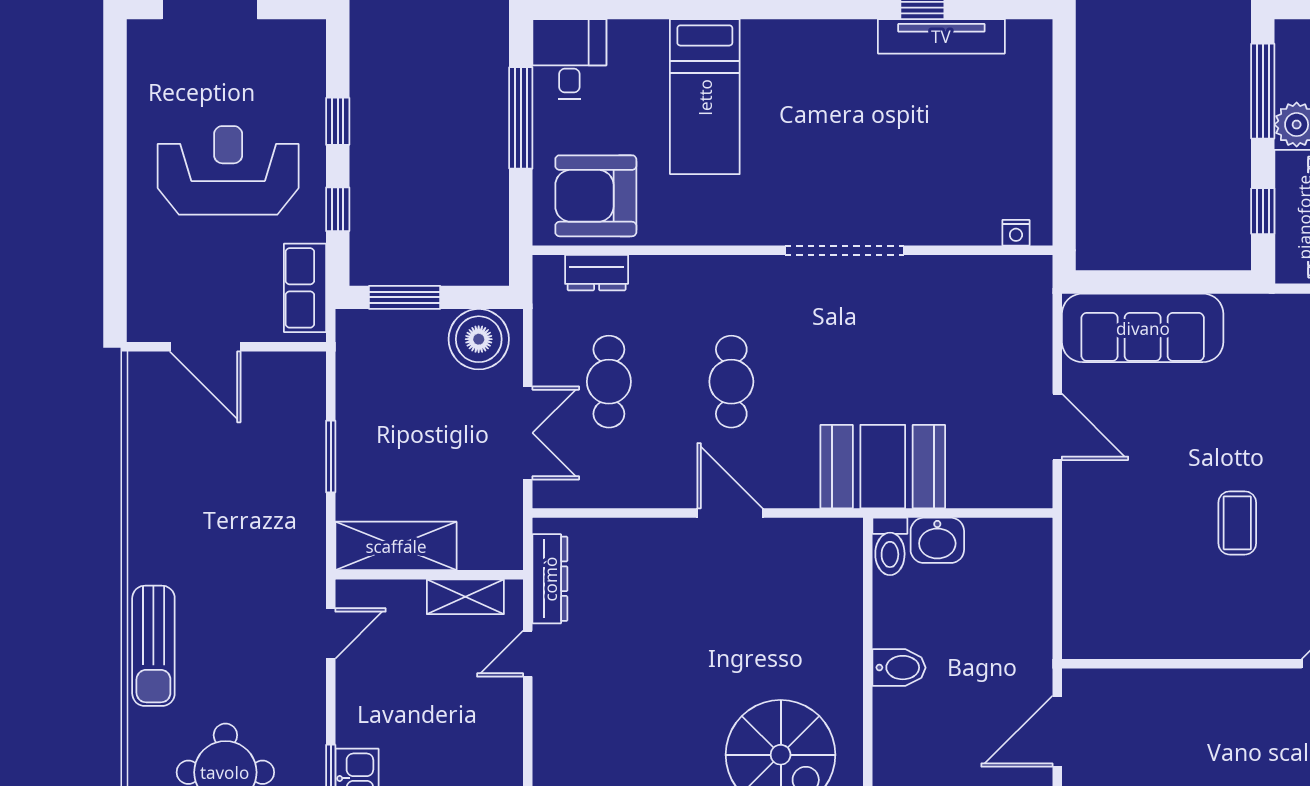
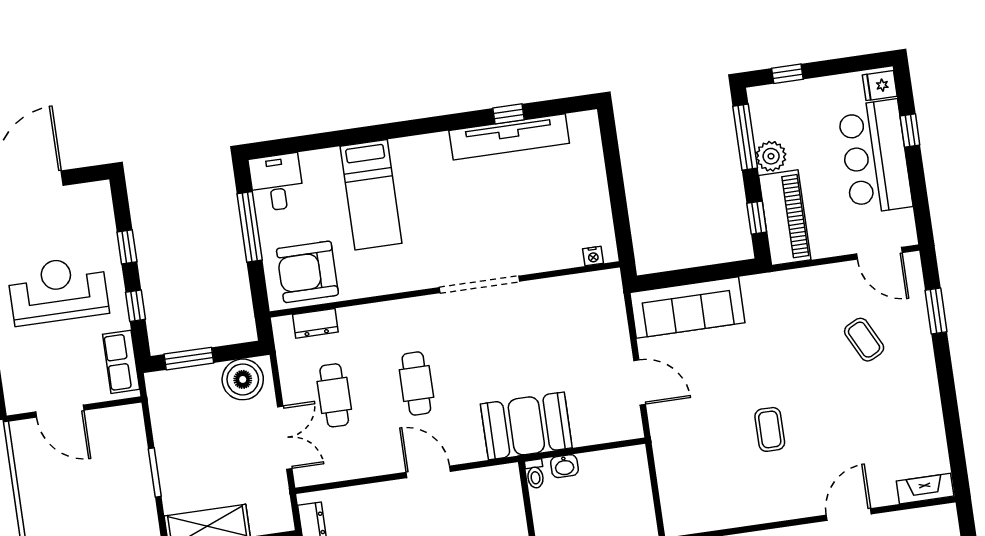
tv unit: (941, 36) -> (509, 137), width x1.36, depth x1.29
washbasin: (937, 540) -> (564, 466), width x0.72, depth x0.69
toilet: (890, 546) -> (535, 474), width x0.73, depth x0.72

